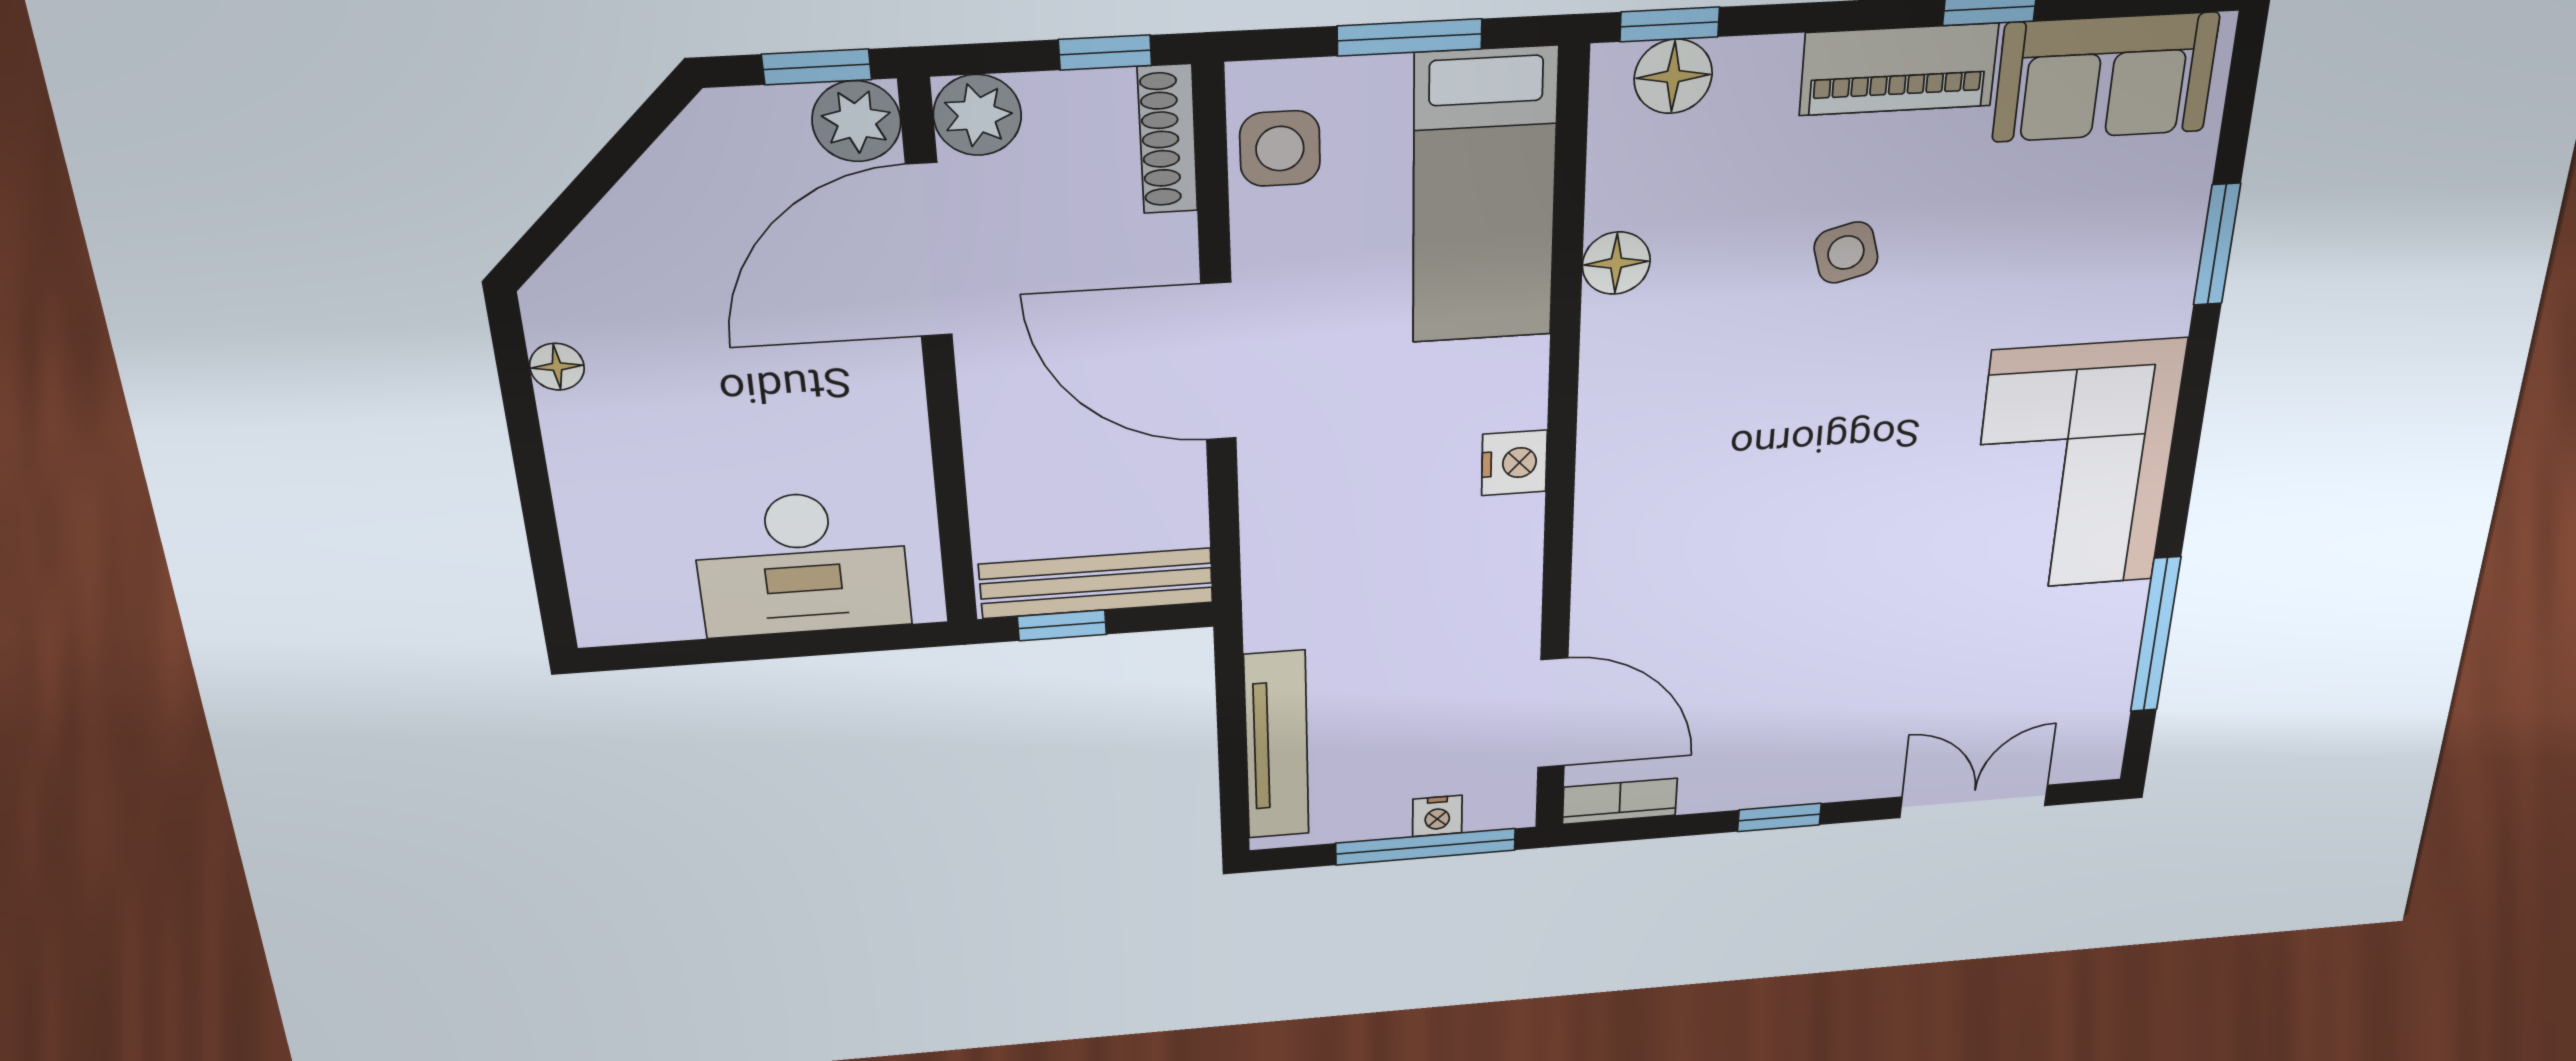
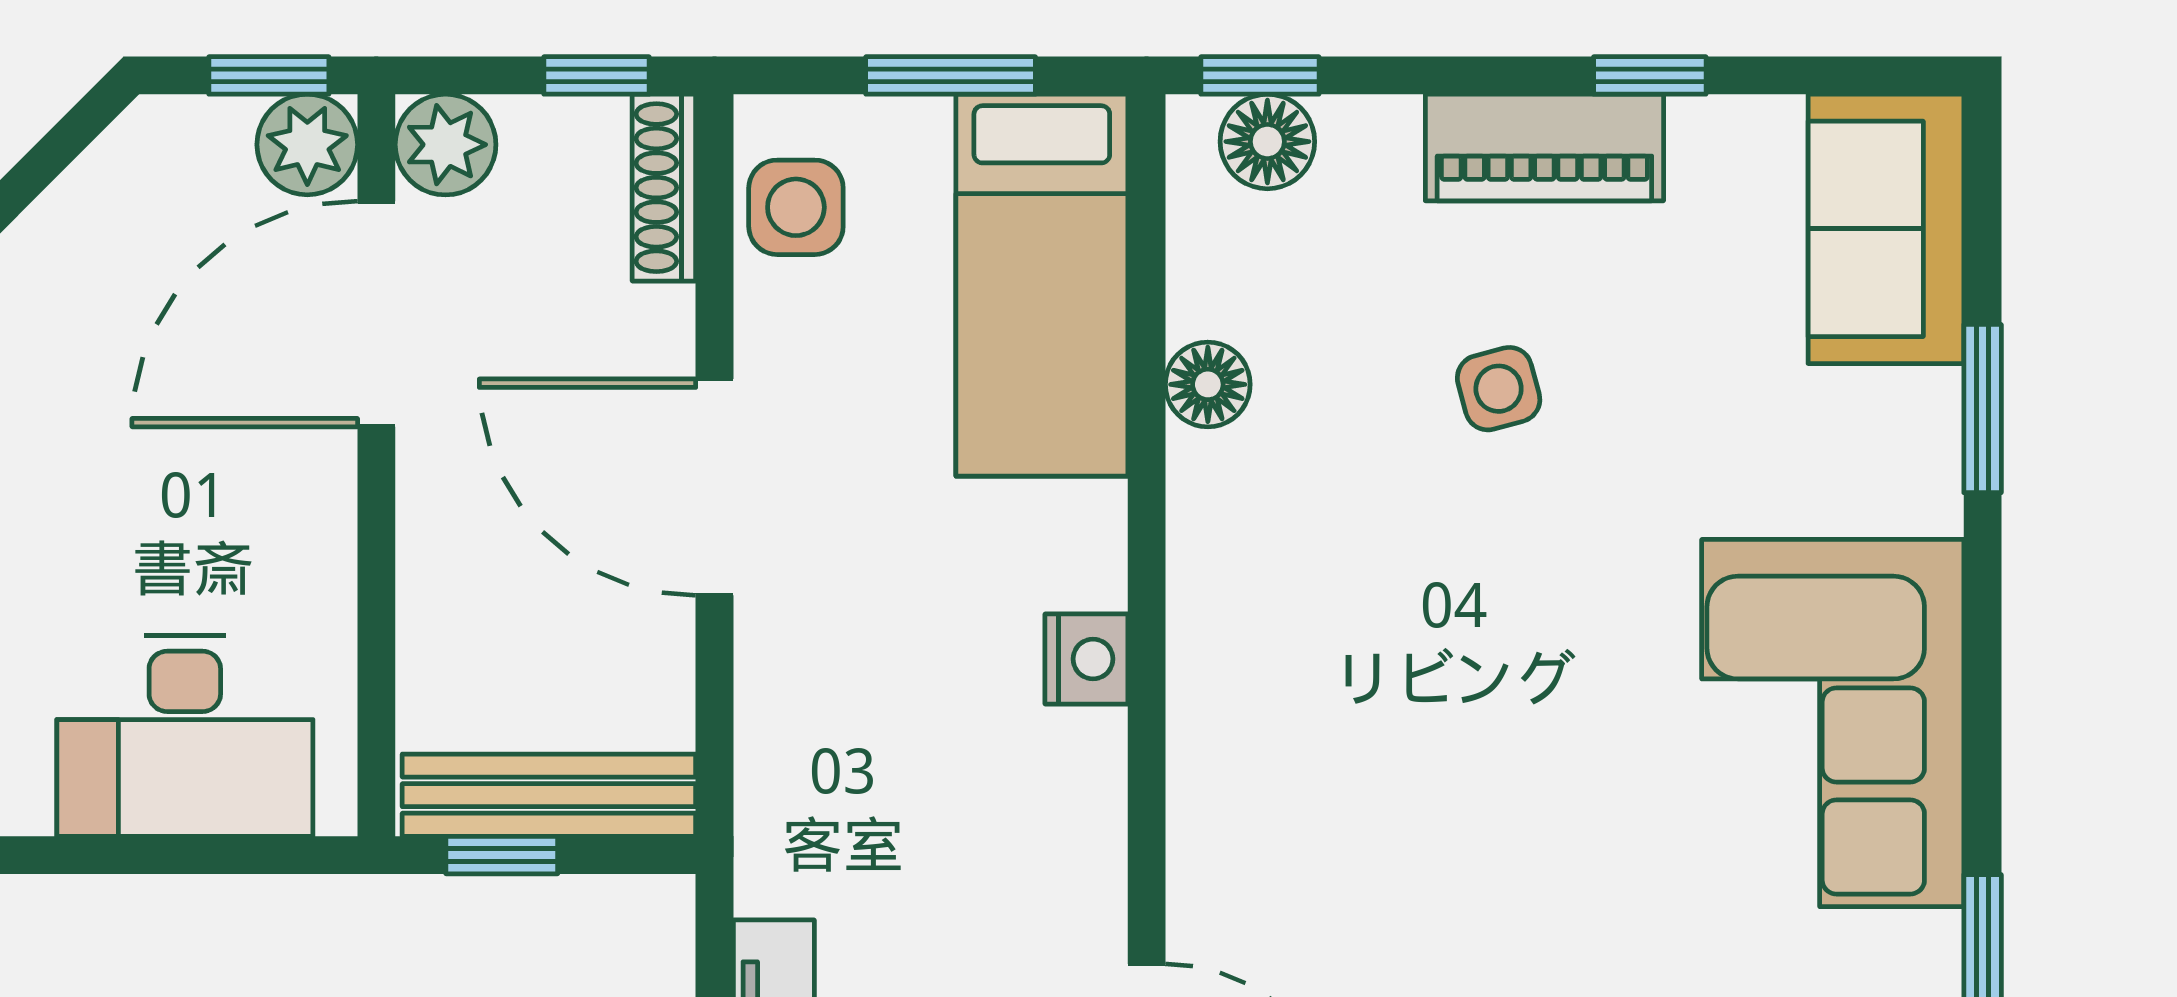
sofa: (2105, 77) -> (1886, 229), moved, turned 90

